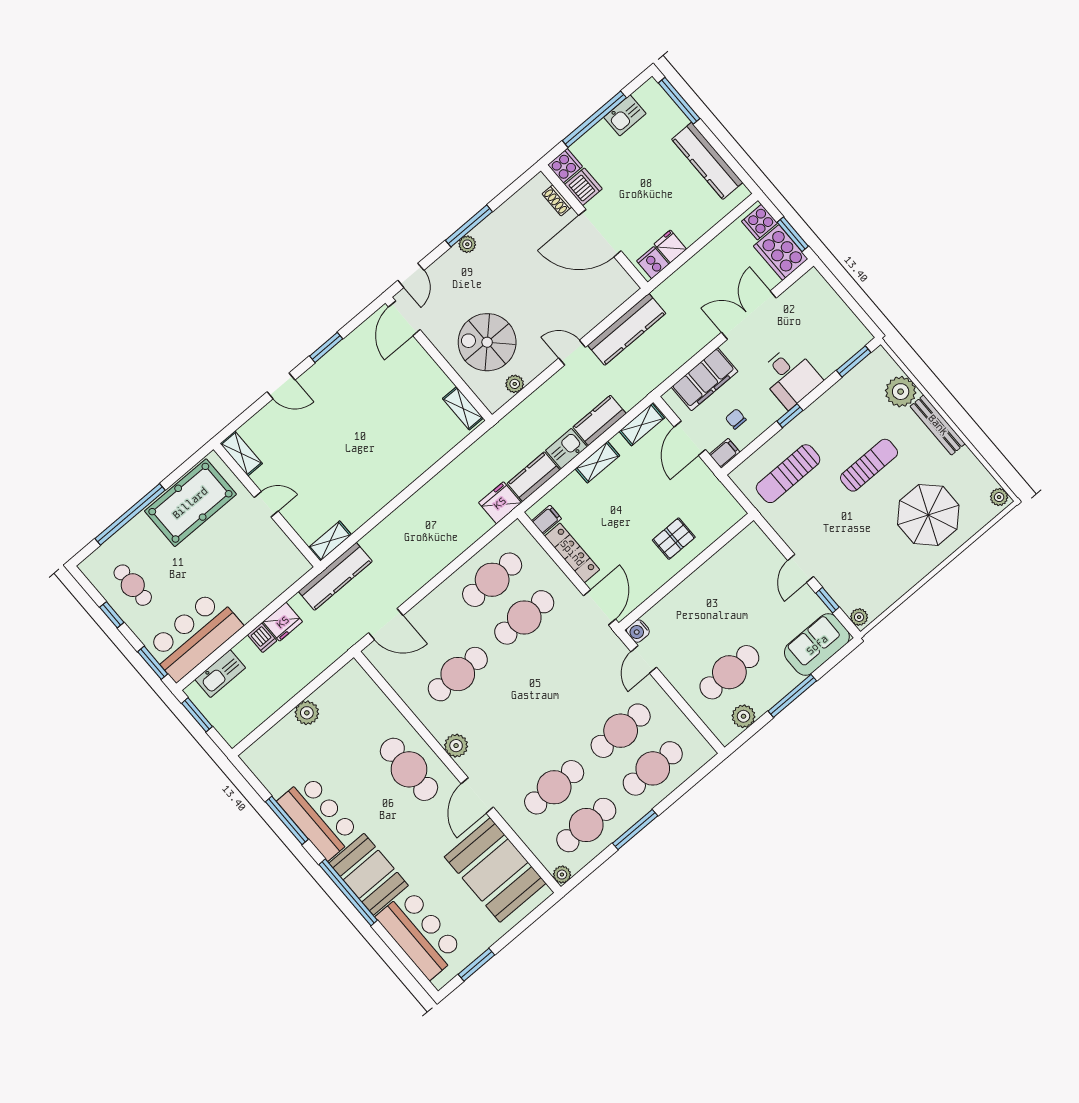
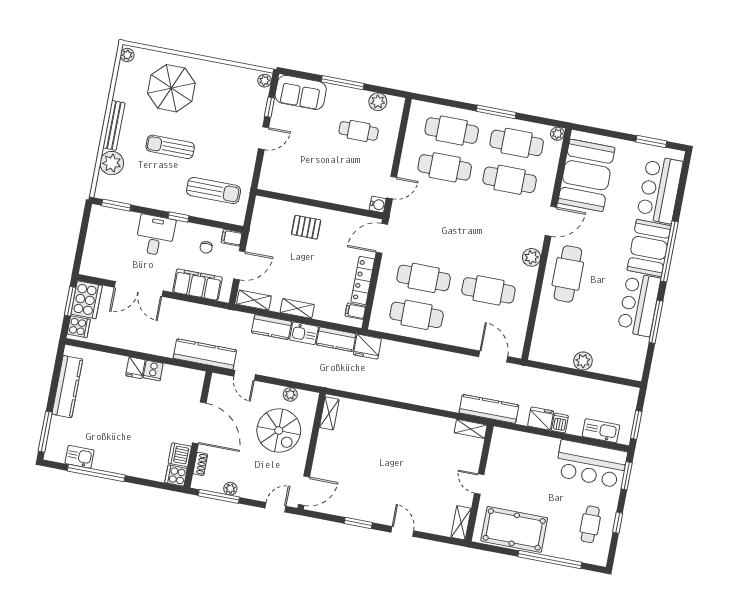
cooker: (565, 166) -> (176, 476), moved
dishwasher: (583, 187) -> (180, 455), moved
shoe rack: (557, 200) -> (200, 464), moved
wall: (594, 227) -> (198, 429), moved
door: (600, 233) -> (199, 423), moved
cafe table: (729, 672) -> (359, 131), width x0.73, depth x0.74

